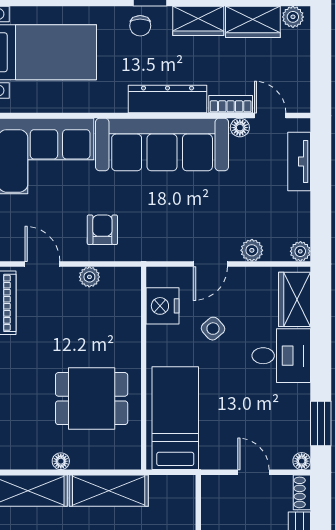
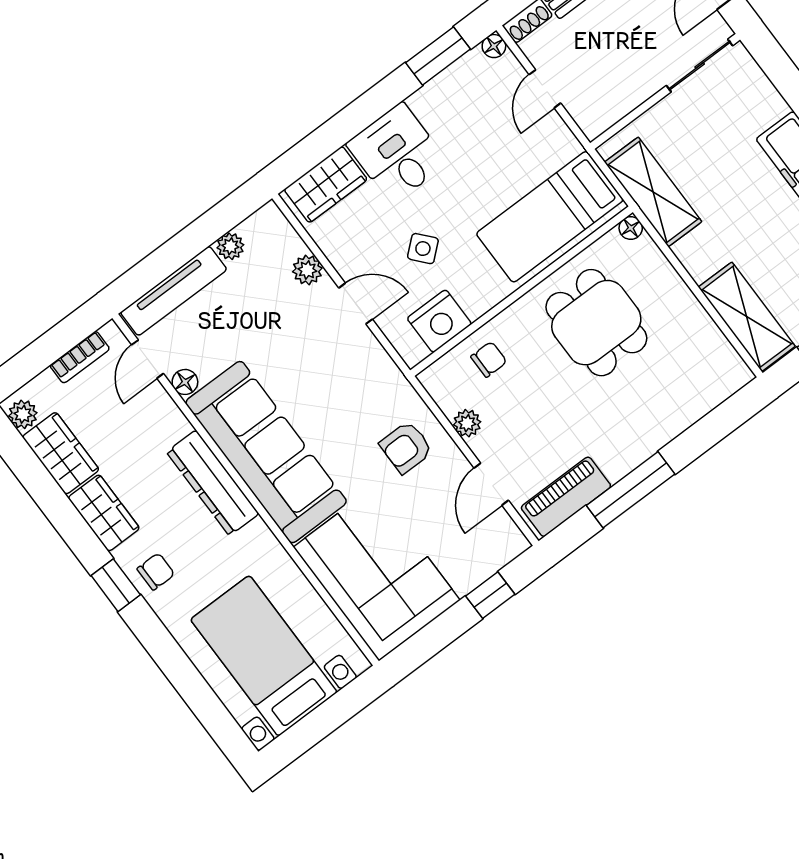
bookcase: (231, 104) -> (80, 357), moved, turned -90
tv unit: (299, 161) -> (174, 291), width x1.41
plant: (300, 251) -> (230, 246), moved
chair: (118, 318) -> (489, 359), added
floor lamp: (61, 461) -> (631, 228), moved
shelving: (109, 491) -> (653, 192), moved

